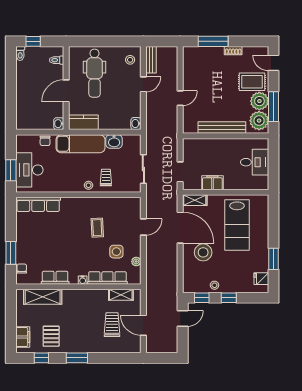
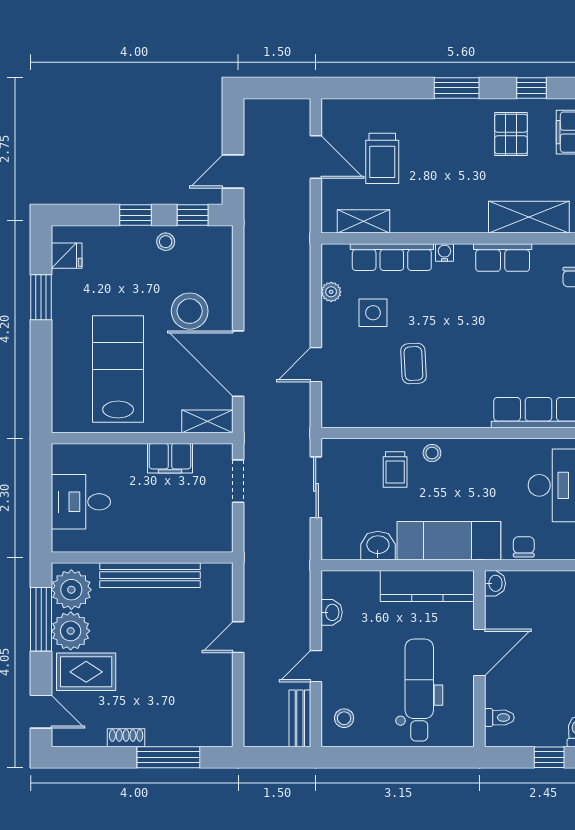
kitchen counter: (83, 122) -> (427, 586), width x1.50
washbasin: (136, 124) -> (332, 612), moved

